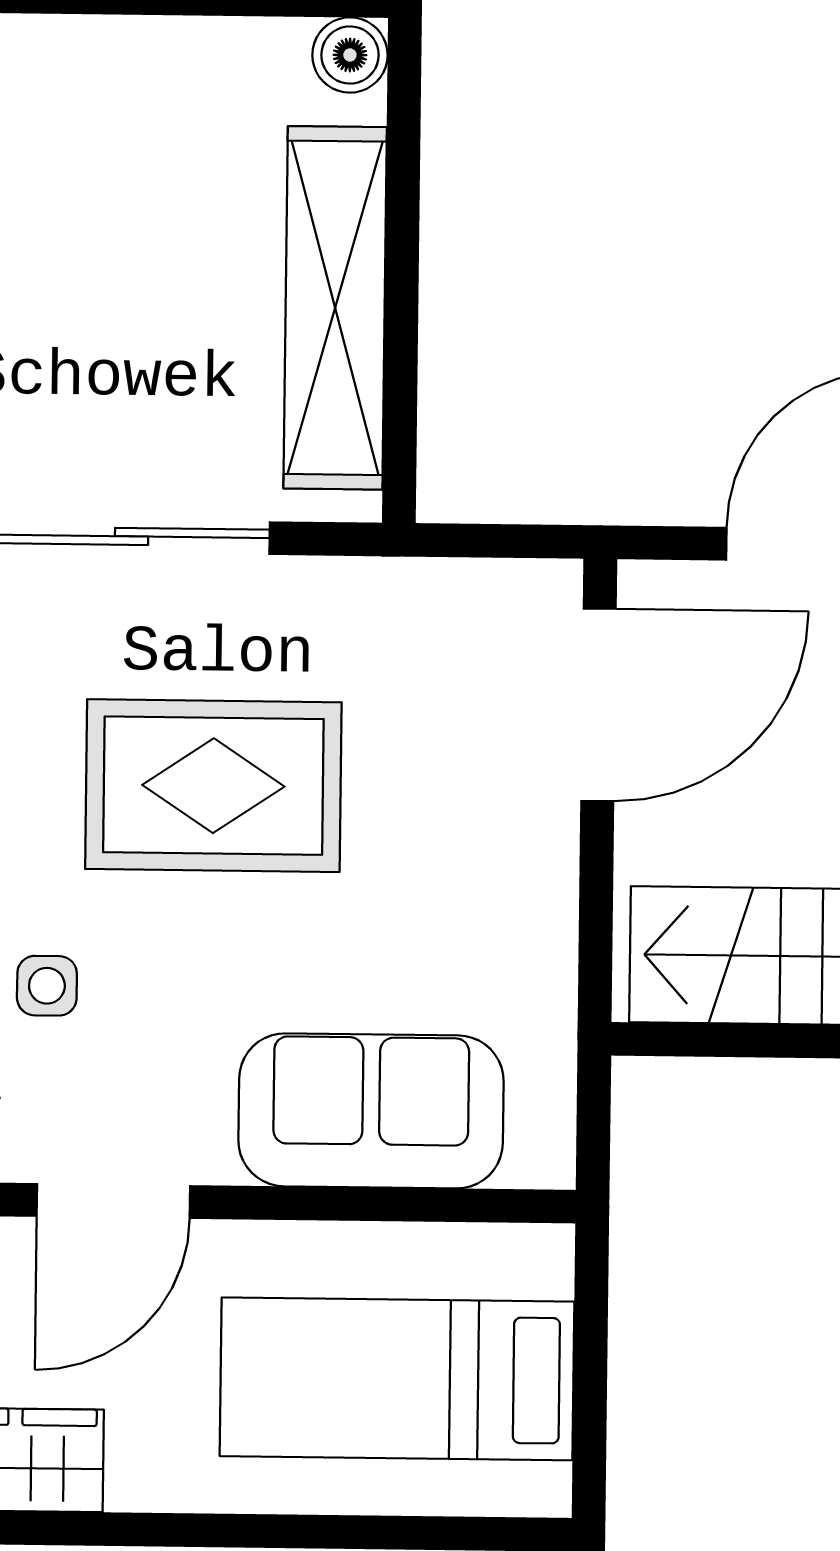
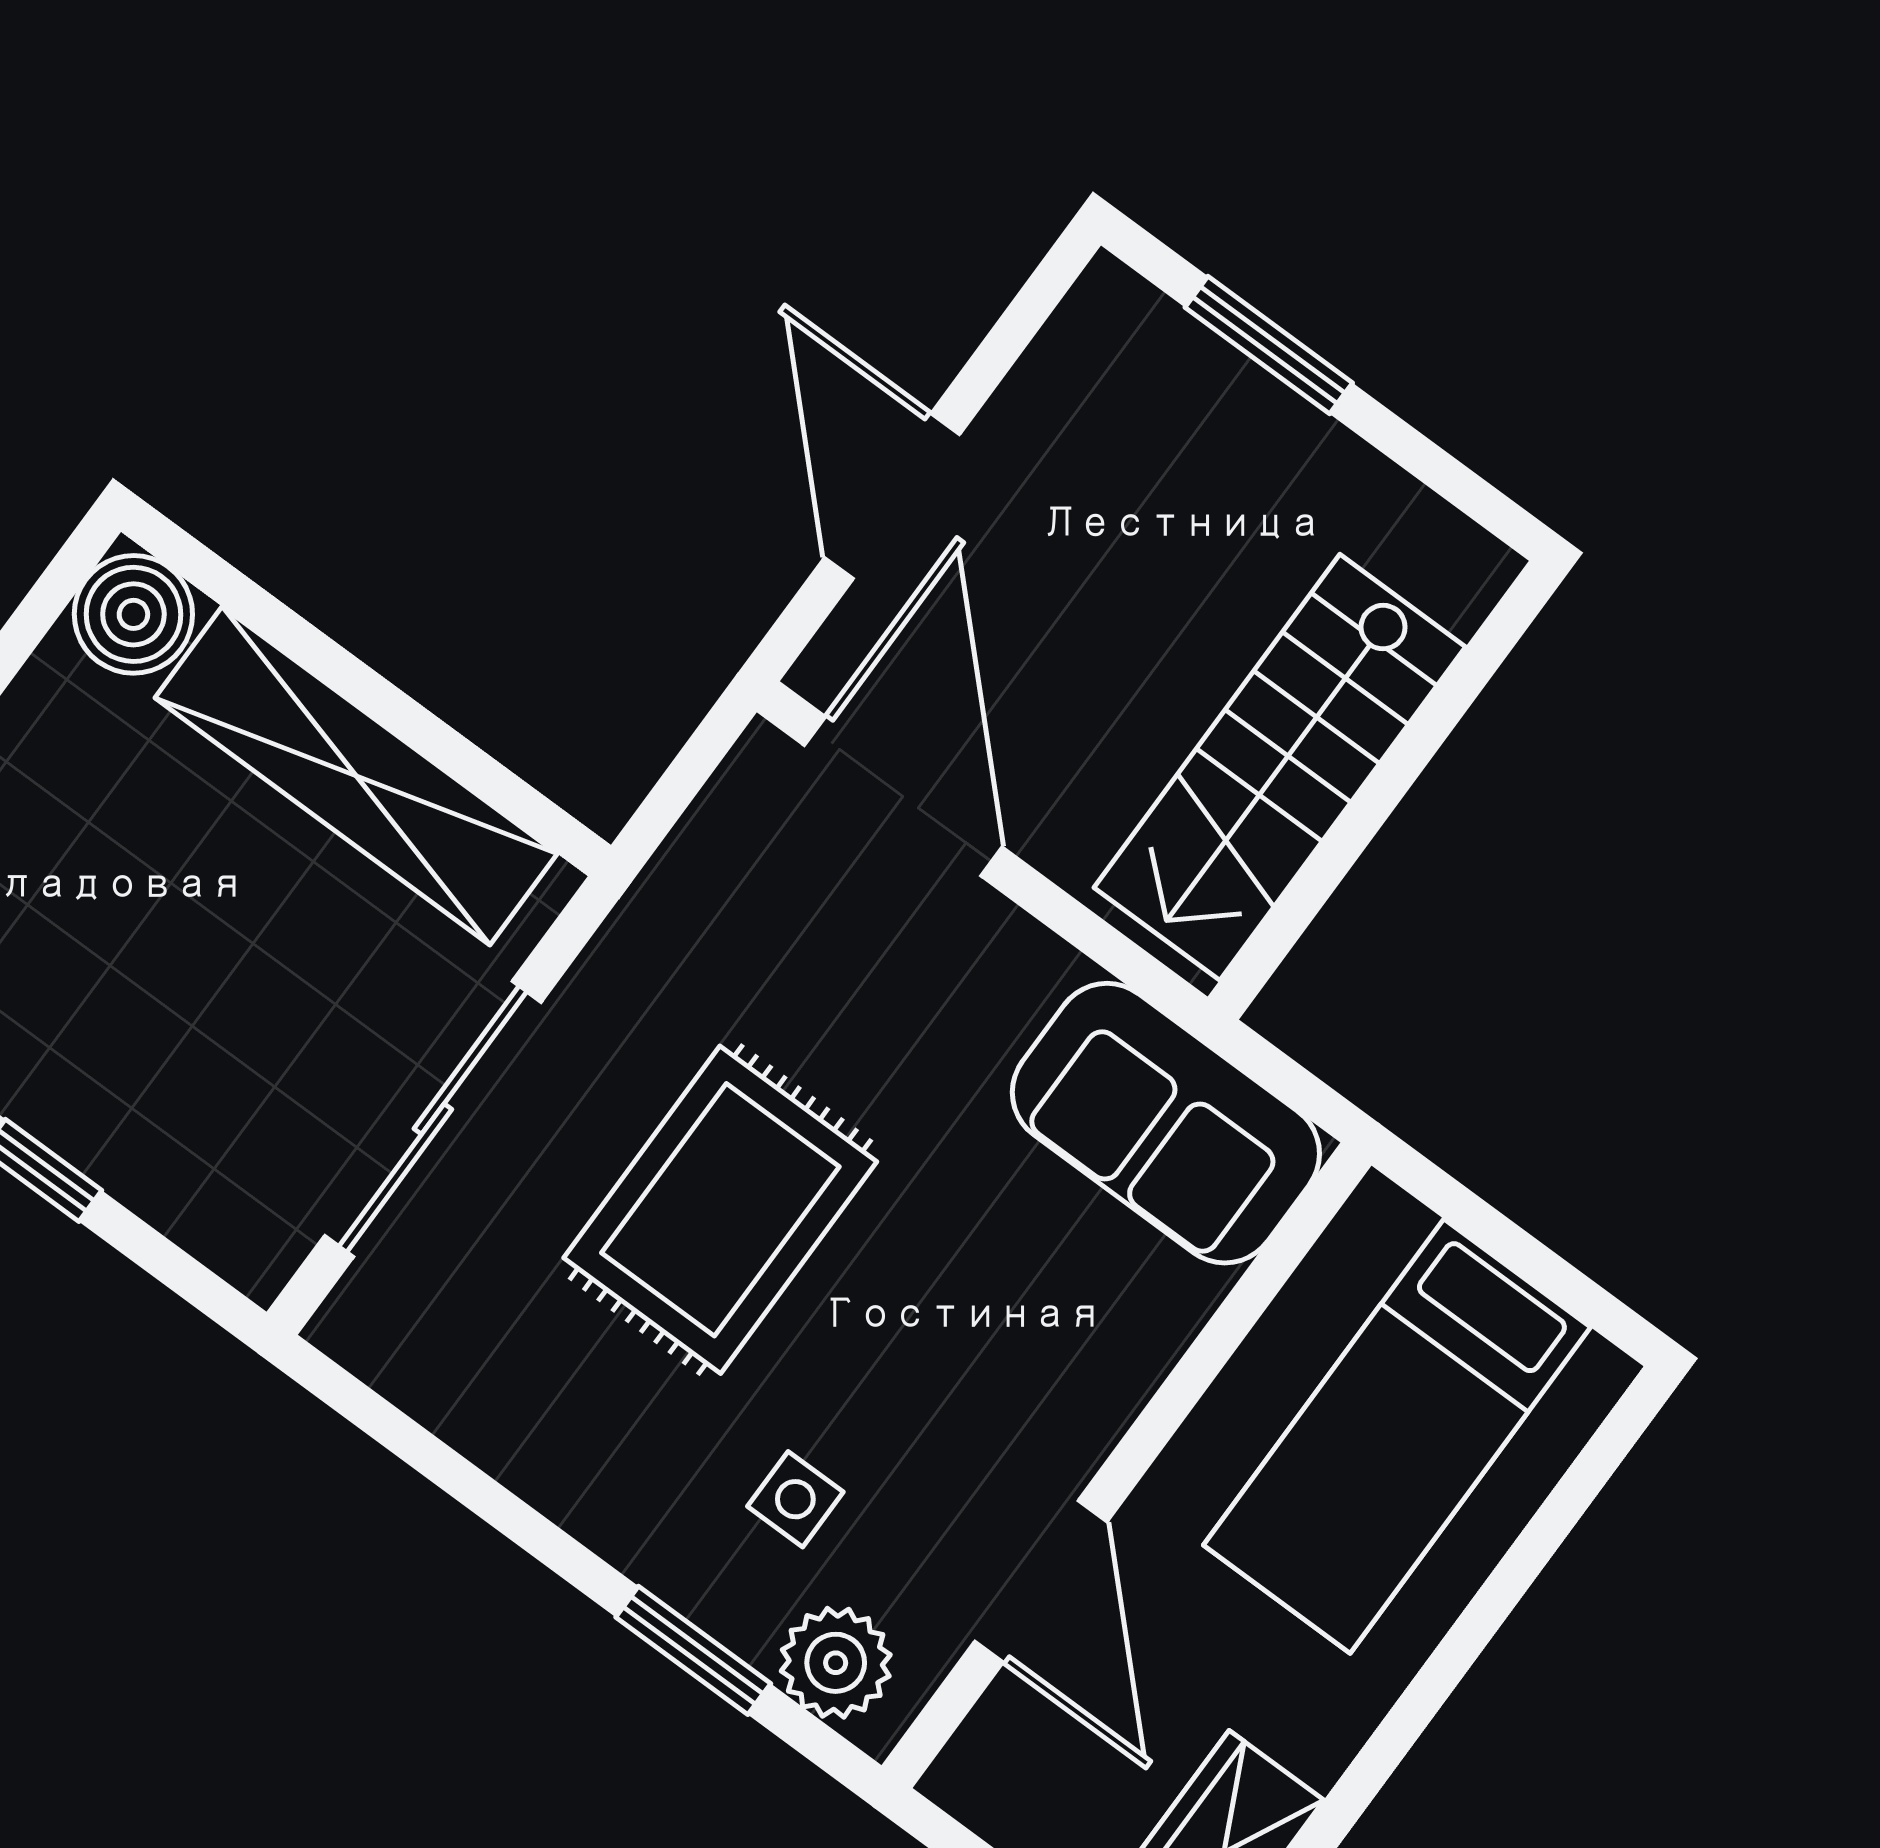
boiler: (350, 55) -> (133, 614), width x1.36, depth x1.36
sofa: (371, 1111) -> (1166, 1123), moved, turned -90

